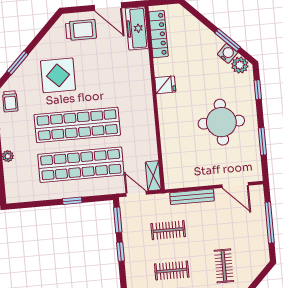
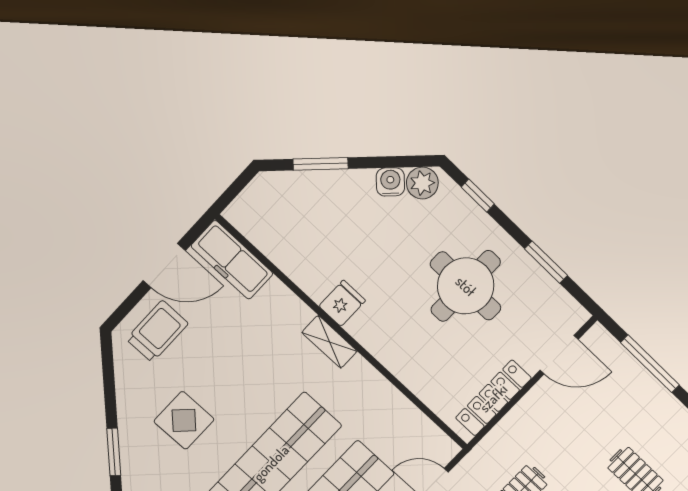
locker: (159, 34) -> (493, 398), moved, turned -90
window: (228, 40) -> (321, 164), moved
display table: (58, 75) -> (184, 420), width x0.73, depth x0.73
shelving: (153, 176) -> (329, 342), moved
bench: (192, 197) -> (513, 422), removed

